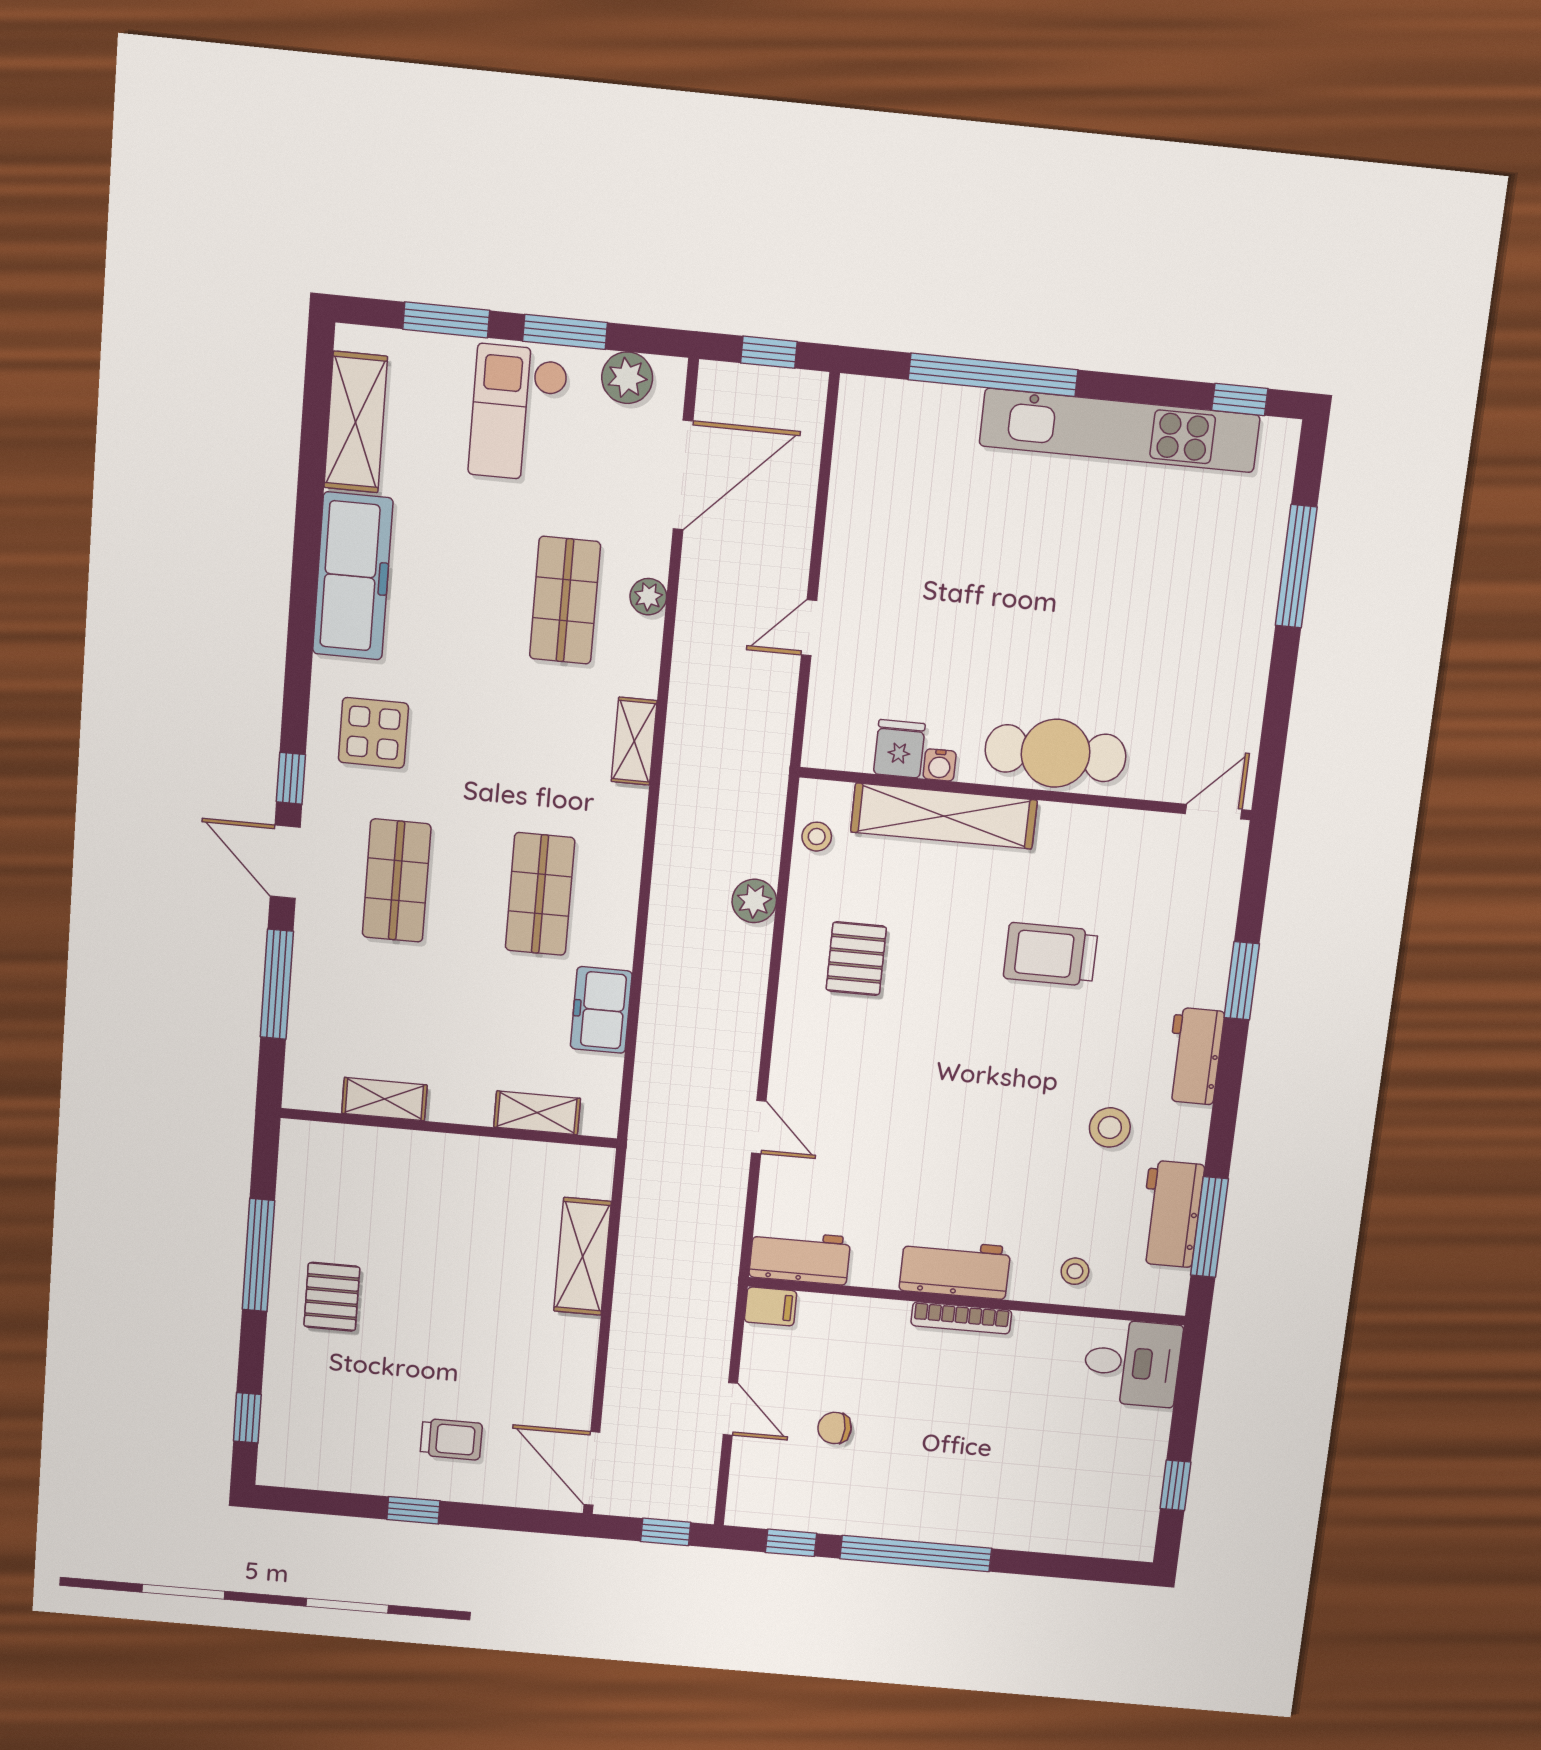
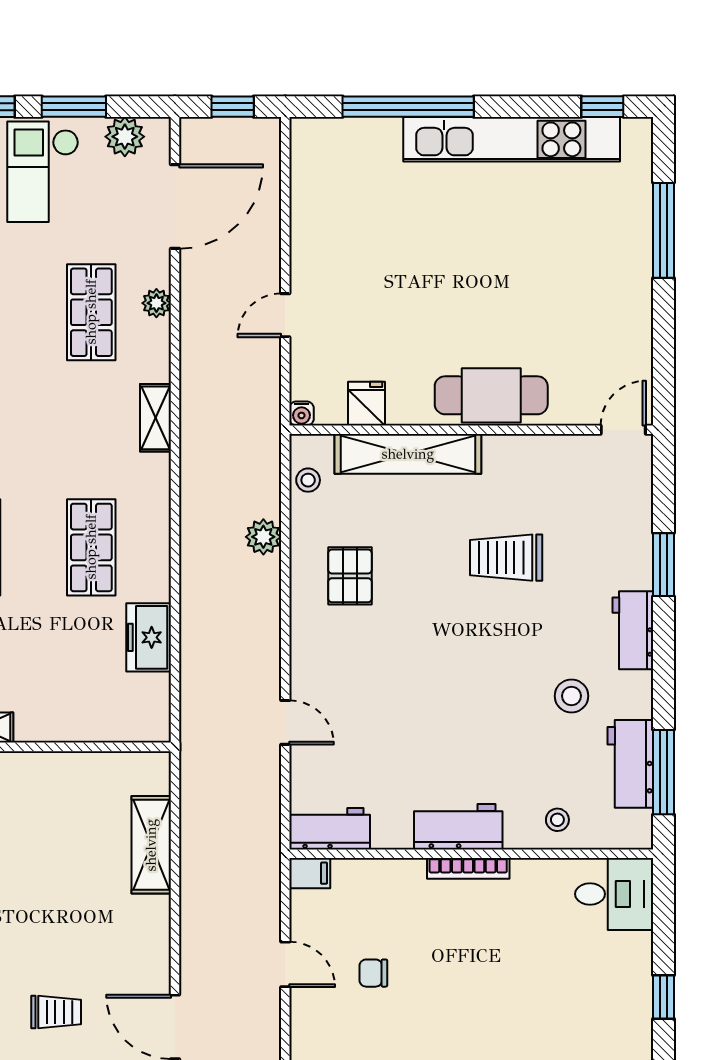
water cooler: (940, 765) -> (302, 414), moved
shelving: (537, 1113) -> (104, 727), removed

